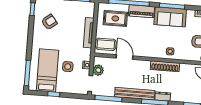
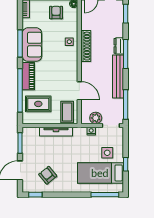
rug: (115, 18) -> (38, 104), turned 90
door: (124, 57) -> (79, 91), swing flipped
side table: (68, 67) -> (107, 153), moved

